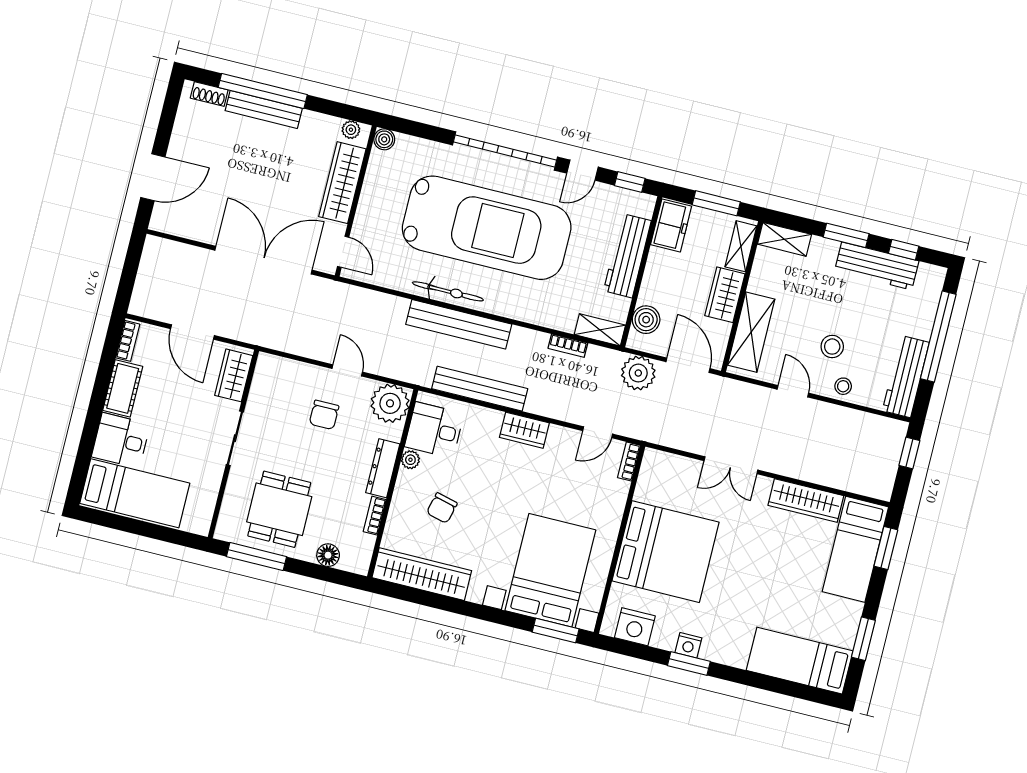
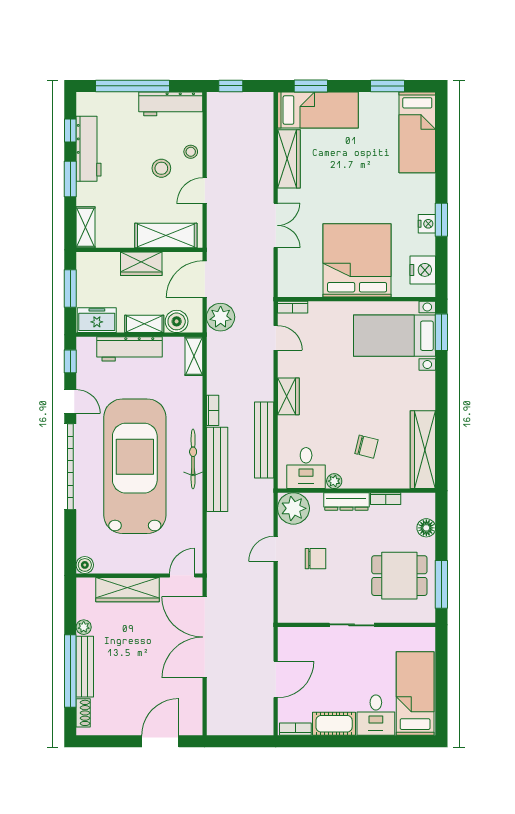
plant: (351, 130) -> (84, 627), moved
door: (153, 177) -> (160, 741), hinge flipped
shelving: (741, 246) -> (144, 324), moved
bicycle: (448, 291) -> (193, 459), moved
bookcase: (568, 346) -> (213, 410), moved
wardrobe: (234, 375) -> (302, 638), removed
bed with nightstands: (550, 570) -> (395, 336), width x0.73

